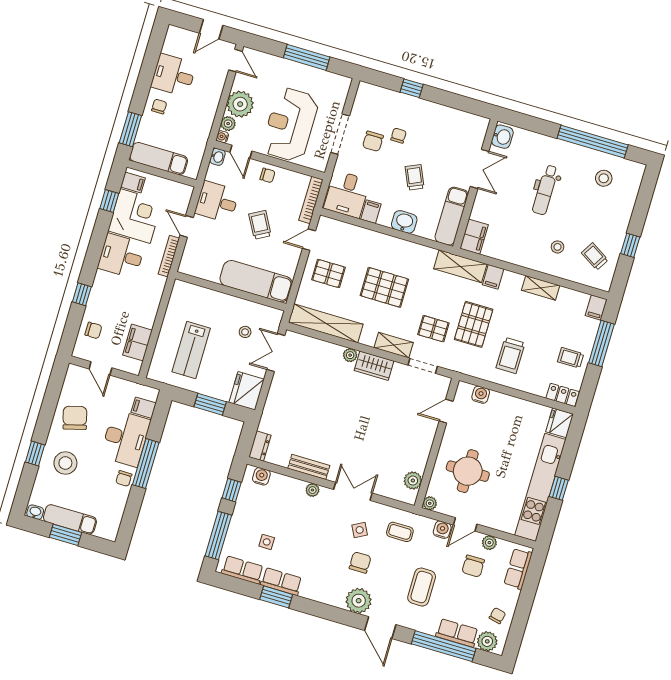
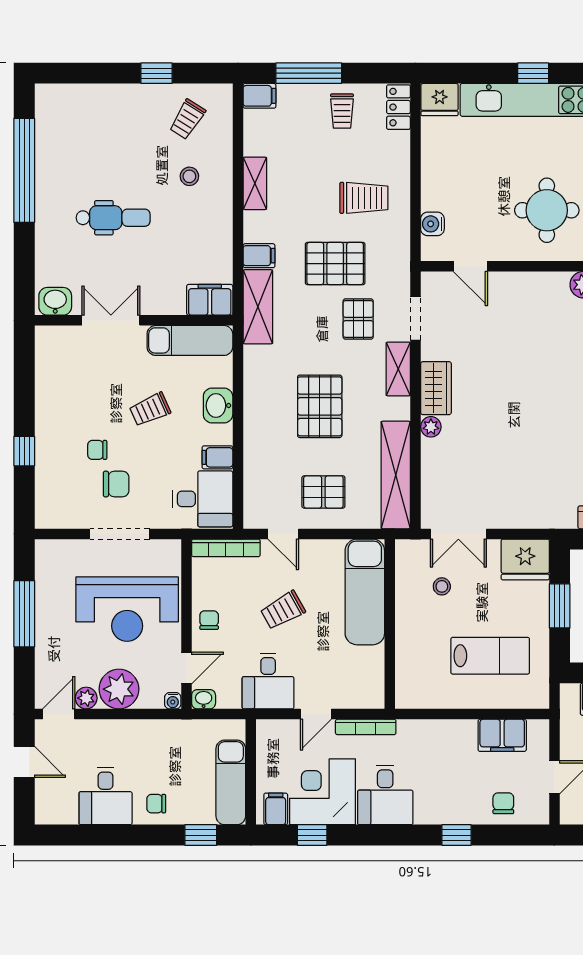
plant: (228, 124) -> (86, 698), moved
window: (130, 129) -> (201, 835), width x0.67
stool: (604, 178) -> (72, 139), removed
pallet: (328, 274) -> (323, 492), turned 90

